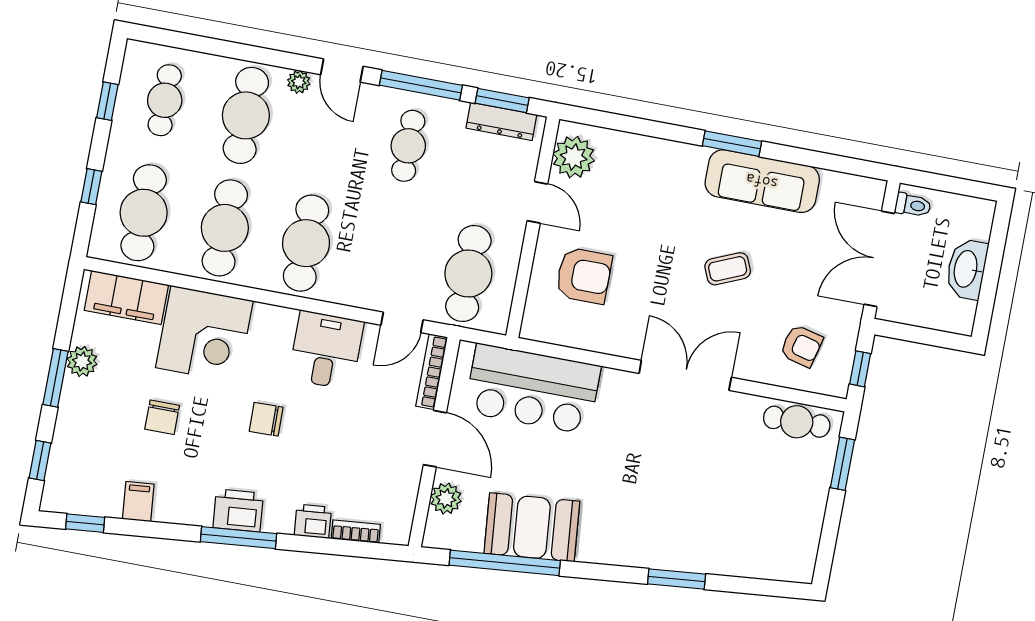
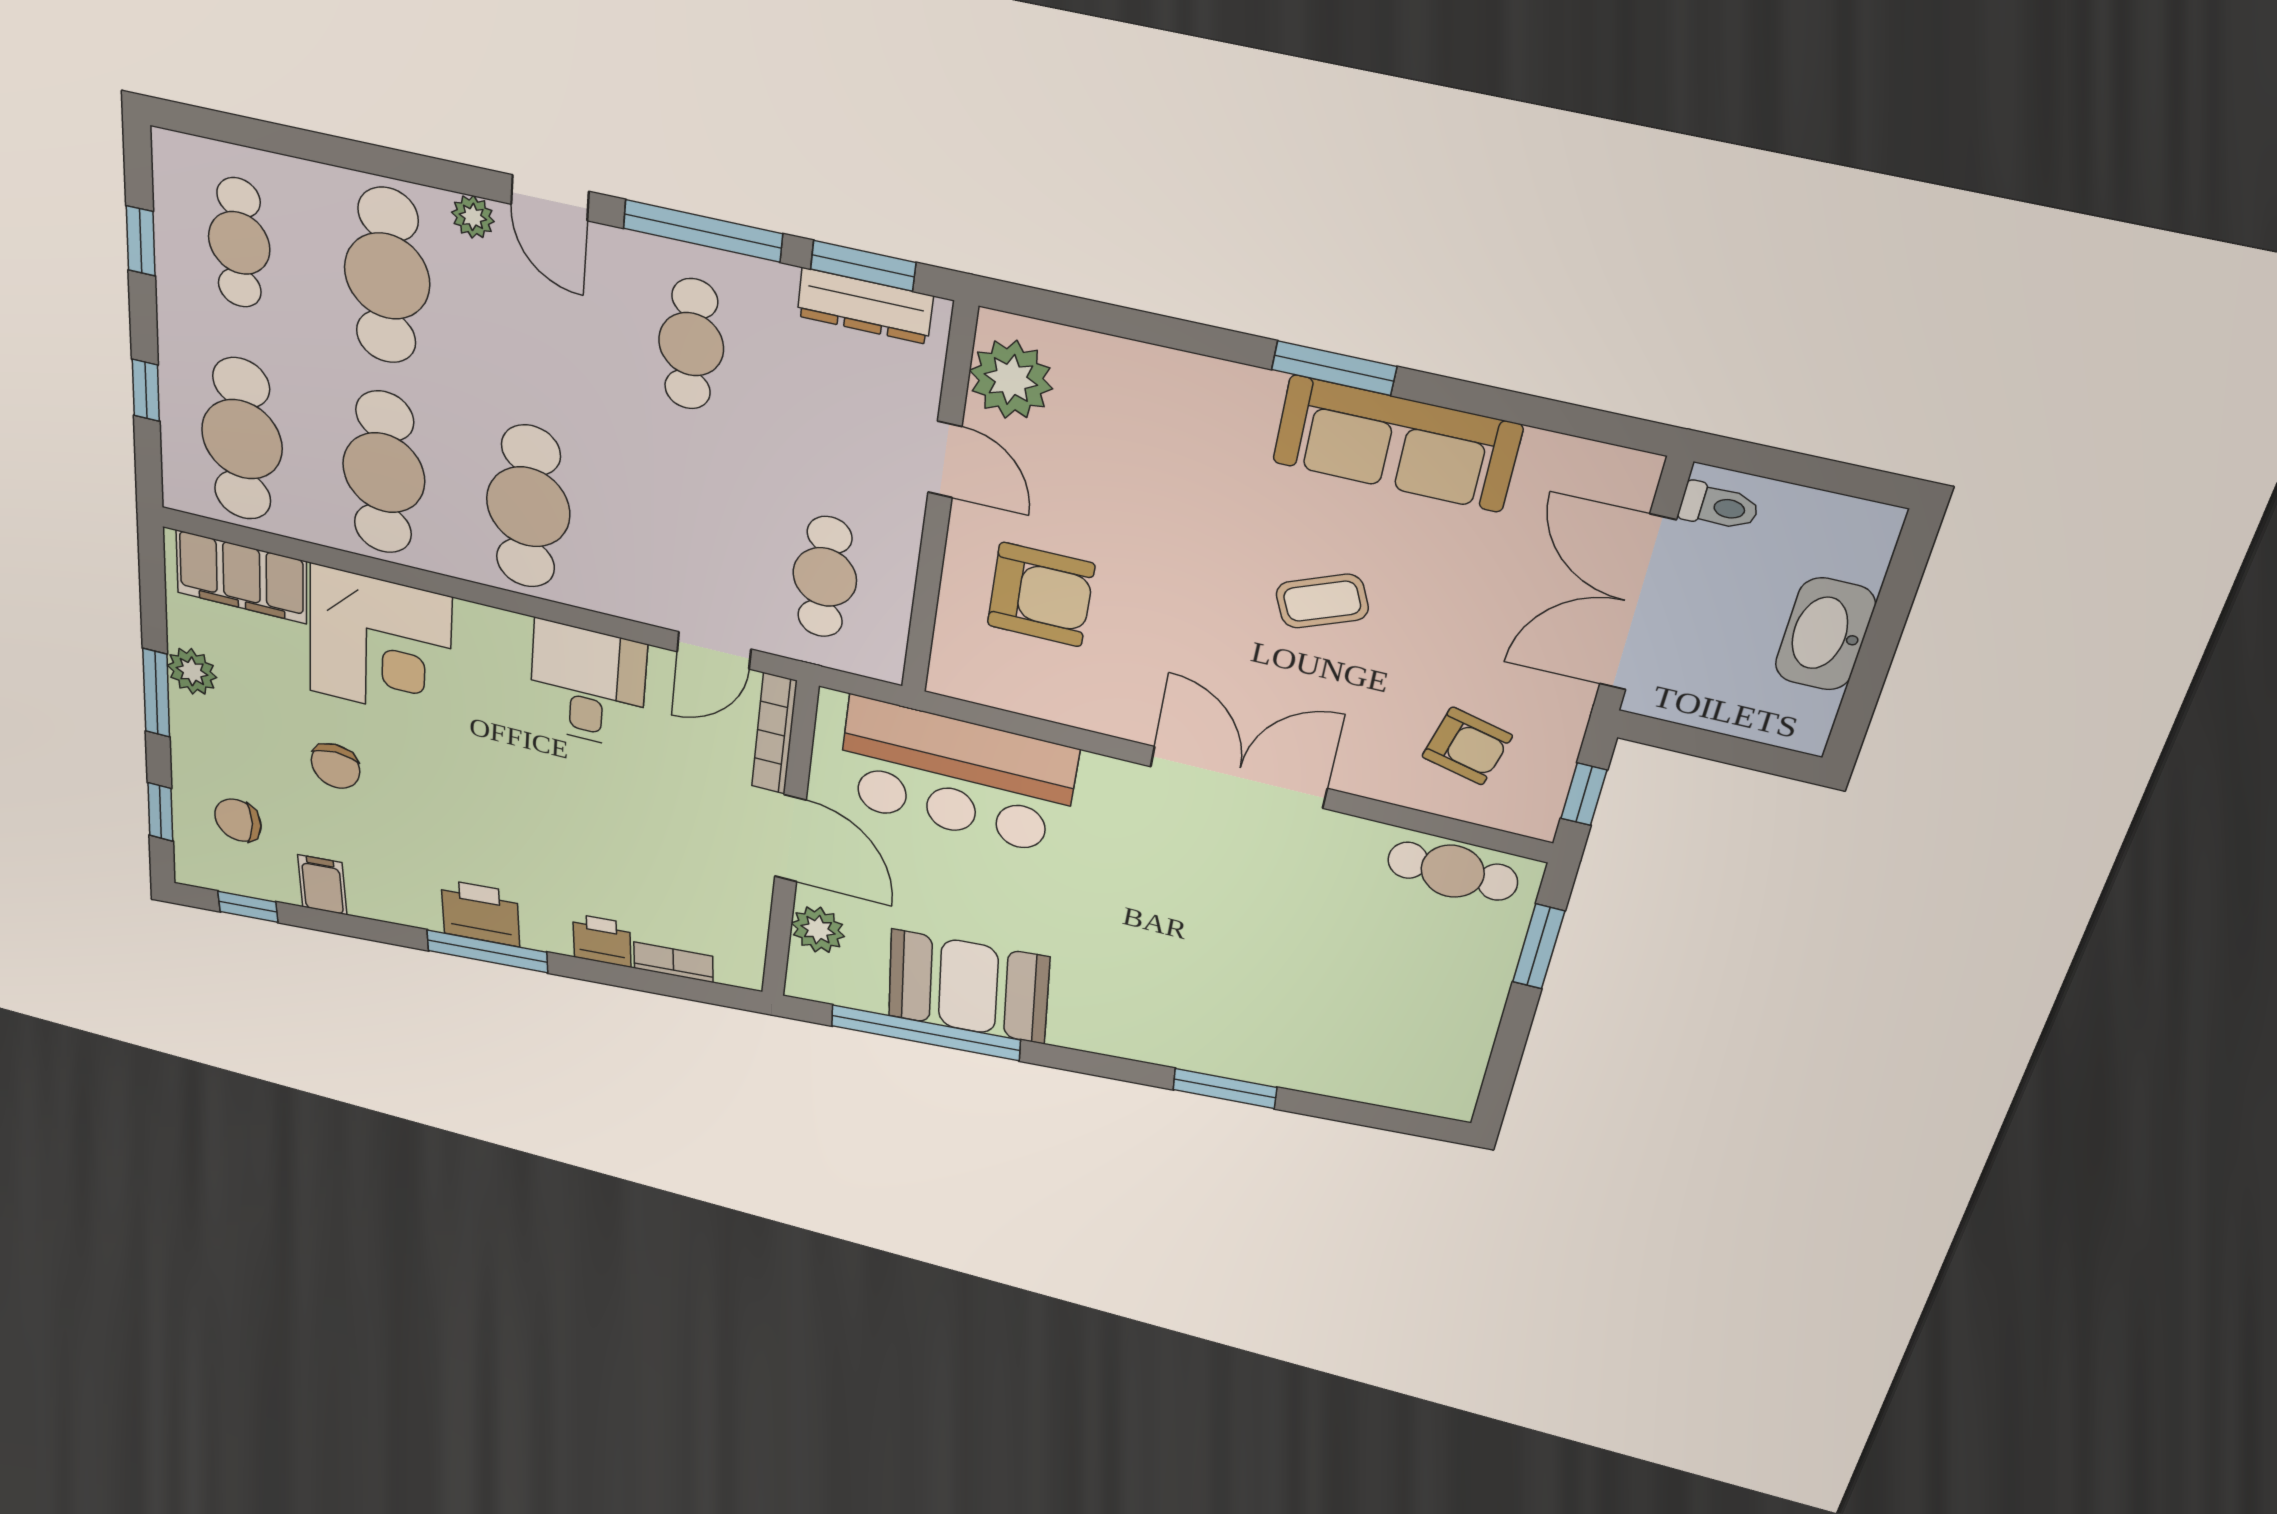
cafe table: (468, 274) -> (825, 577), width x0.73, depth x0.74
chair: (266, 419) -> (238, 820), moved

